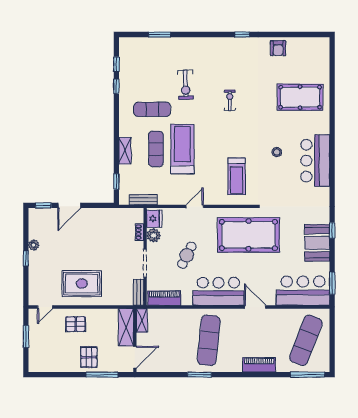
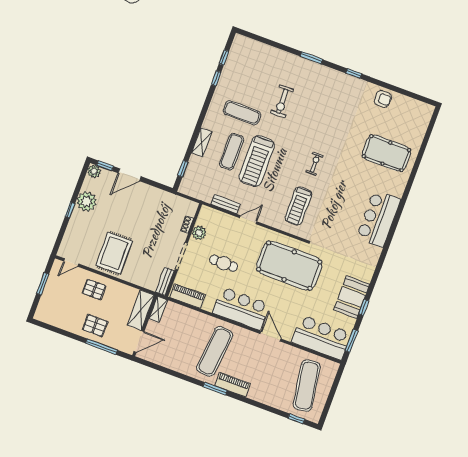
window: (160, 35) -> (311, 58), moved
armchair: (278, 48) -> (383, 99), turned -90
exercise bike: (230, 100) -> (315, 164), moved
treadmill: (182, 149) -> (257, 161), turned 180
stool: (277, 152) -> (345, 197), removed
bench: (143, 200) -> (226, 204), moved
plant: (35, 214) -> (94, 171), added
fridge: (154, 219) -> (205, 217), removed
window: (332, 230) -> (364, 307), moved
plant: (34, 245) -> (87, 202), width x1.87, depth x1.87
cafe table: (187, 255) -> (224, 263), turned 63
rug: (82, 284) -> (114, 253), turned 90
exercise mat: (306, 340) -> (307, 386), turned -30
pallet: (89, 357) -> (95, 325), turned 90
piano: (259, 365) -> (233, 385), moved
window: (200, 375) -> (215, 389), moved
window: (308, 375) -> (296, 419), width x0.46

